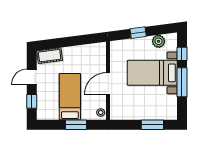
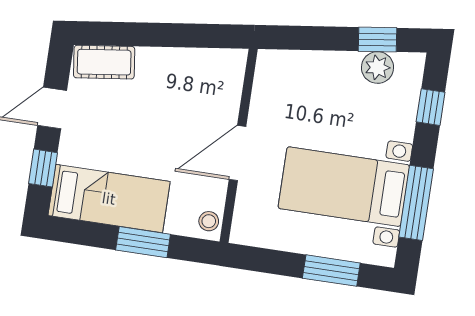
window: (138, 33) -> (377, 40), moved
bed with nightstands: (152, 73) -> (344, 187), moved
window: (182, 82) -> (416, 203), moved
bed: (70, 97) -> (109, 199), moved, turned 90

